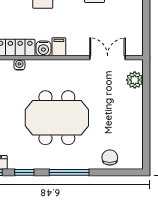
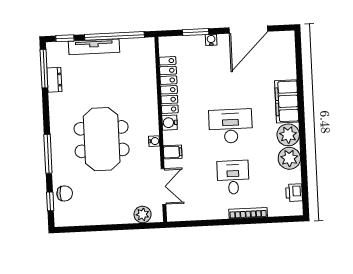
filing cabinet: (59, 47) -> (173, 152), moved
water cooler: (19, 65) -> (154, 141), moved
window: (24, 172) -> (50, 201), moved

